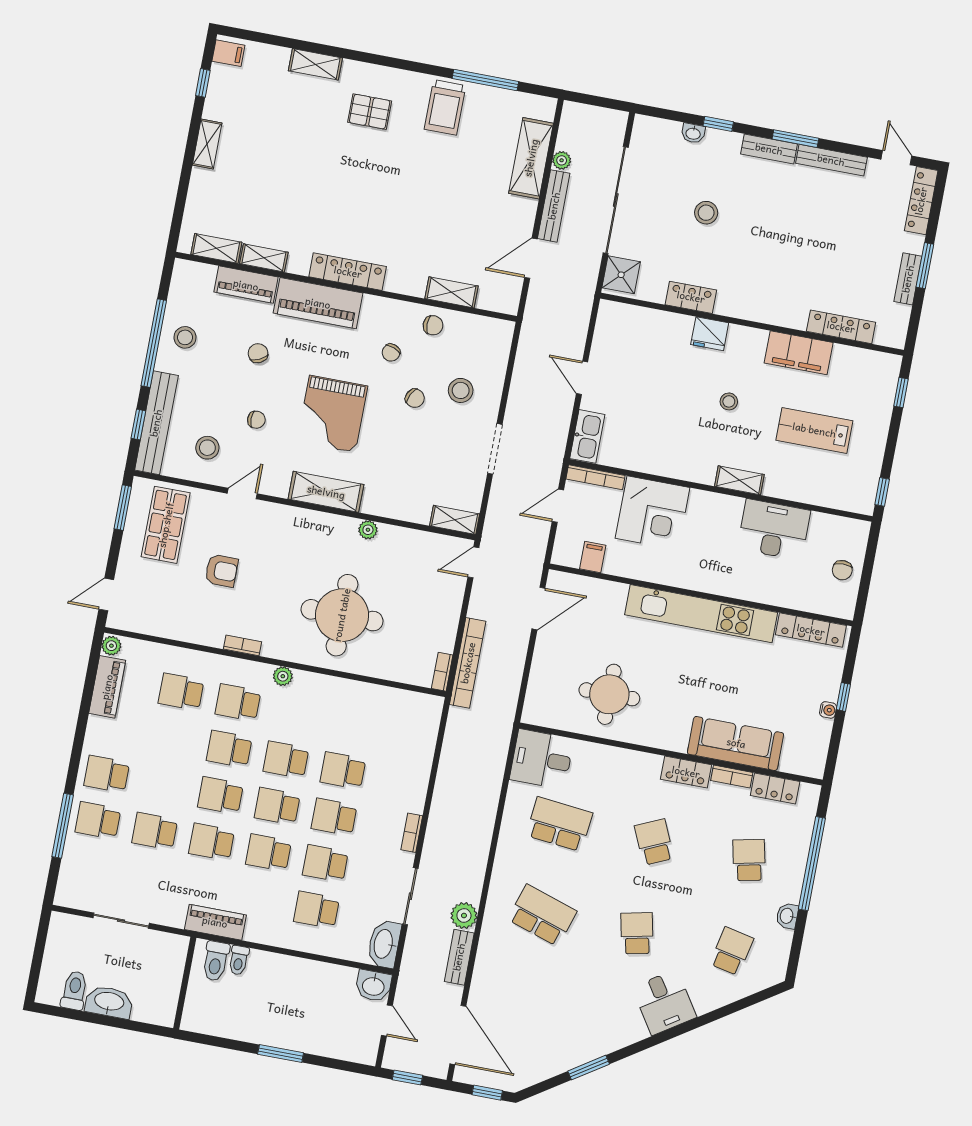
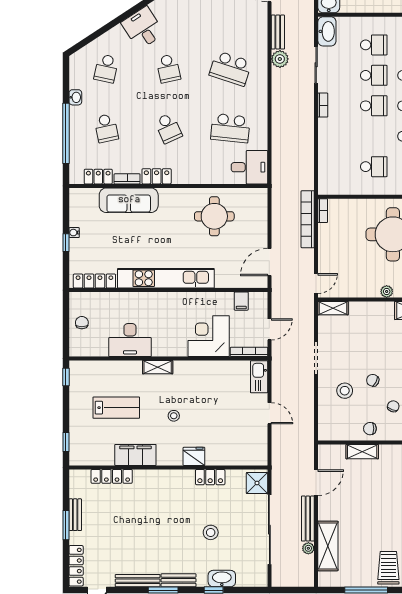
washbasin: (693, 133) -> (222, 579), width x1.91, depth x1.45
school desk: (343, 771) -> (374, 167), moved

